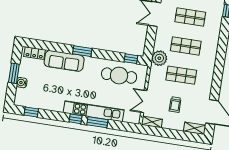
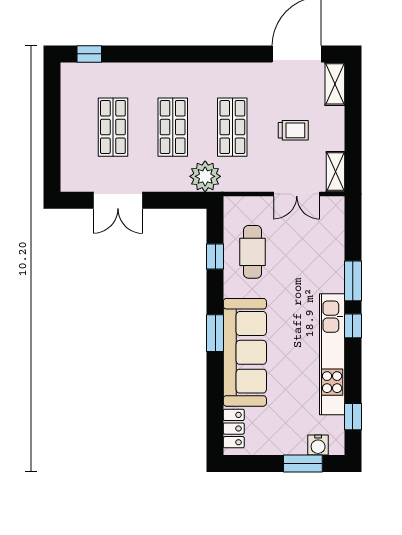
window: (131, 59) -> (215, 257), moved
sofa: (64, 61) -> (245, 352), width x1.36, depth x1.27
window: (14, 73) -> (303, 463), moved
cafe table: (119, 76) -> (253, 252), width x0.73, depth x0.74
water cooler: (22, 83) -> (318, 445), moved
kitchen unit: (94, 111) -> (332, 354), moved

